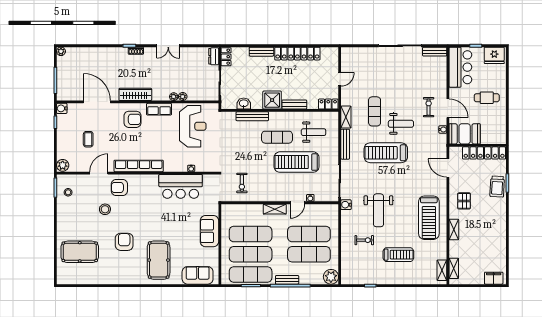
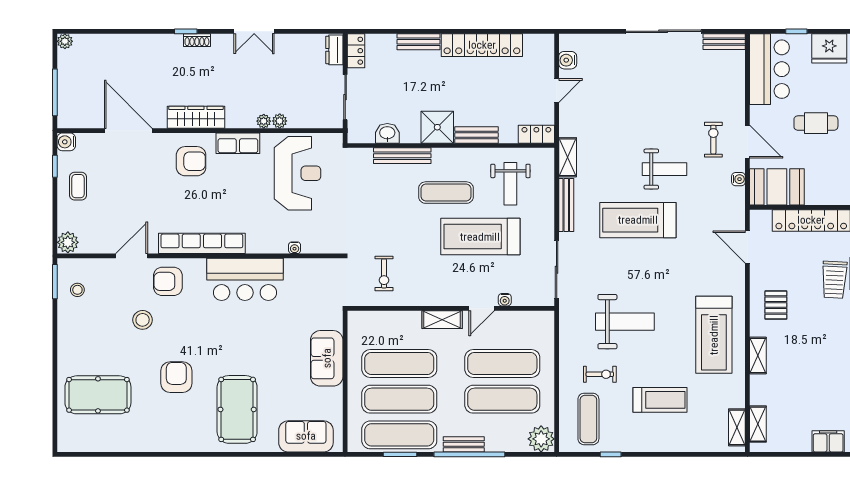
exercise mat: (375, 111) -> (588, 419), moved
weight bench: (314, 132) -> (510, 184), turned 90
coffee table: (88, 139) -> (78, 186), moved
bar counter: (181, 186) -> (245, 279), moved
water cooler: (346, 205) -> (568, 60), moved
weight bench: (378, 210) -> (625, 322), turned -90

